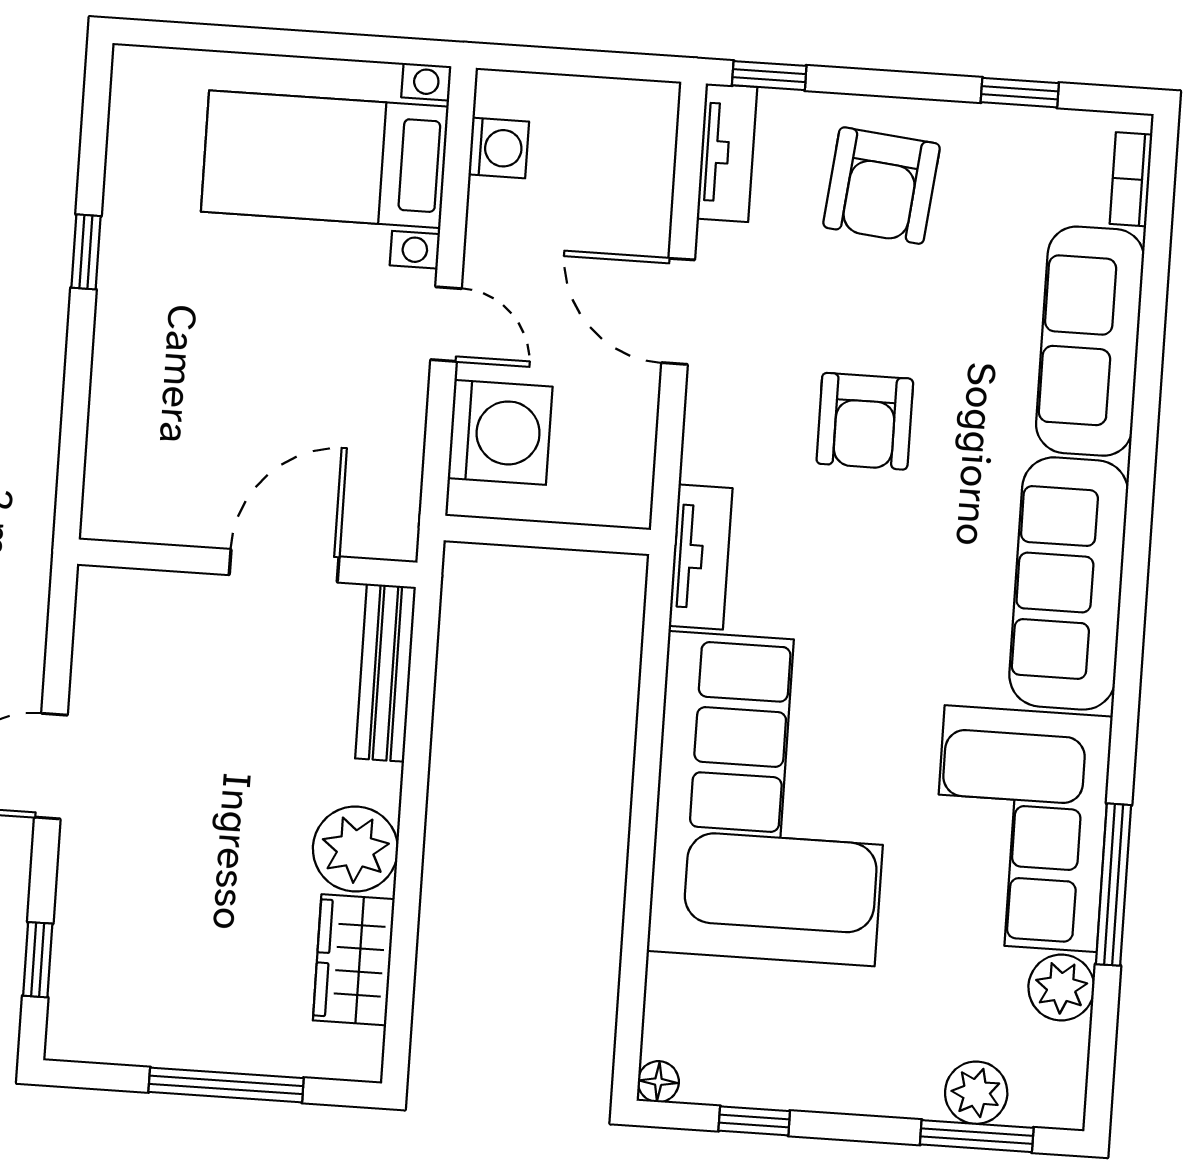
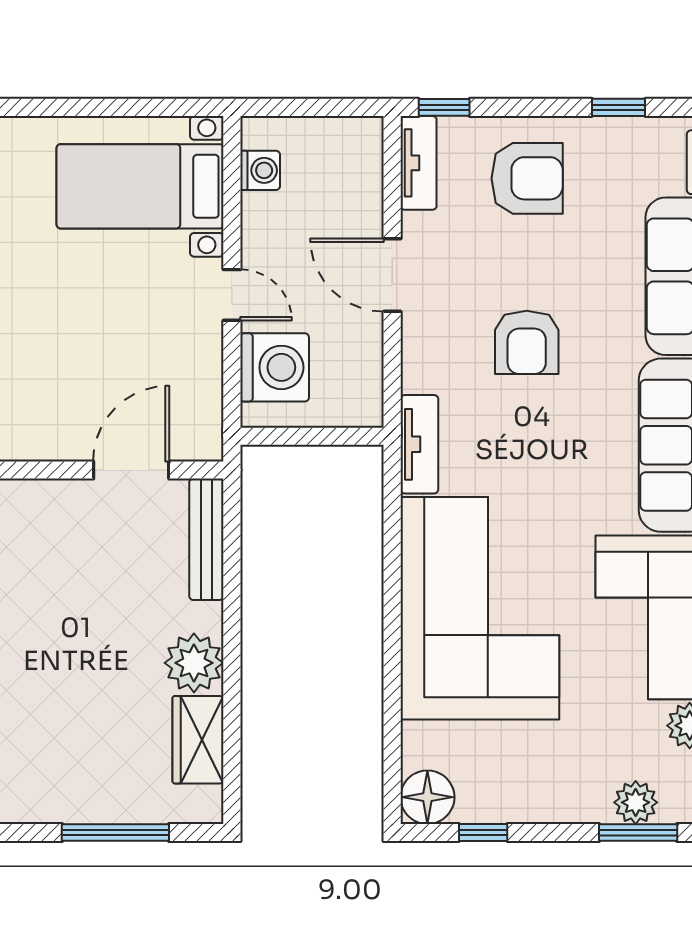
armchair: (881, 186) -> (527, 178), turned -96
floor lamp: (658, 1082) -> (427, 797), width x1.89, depth x1.89

